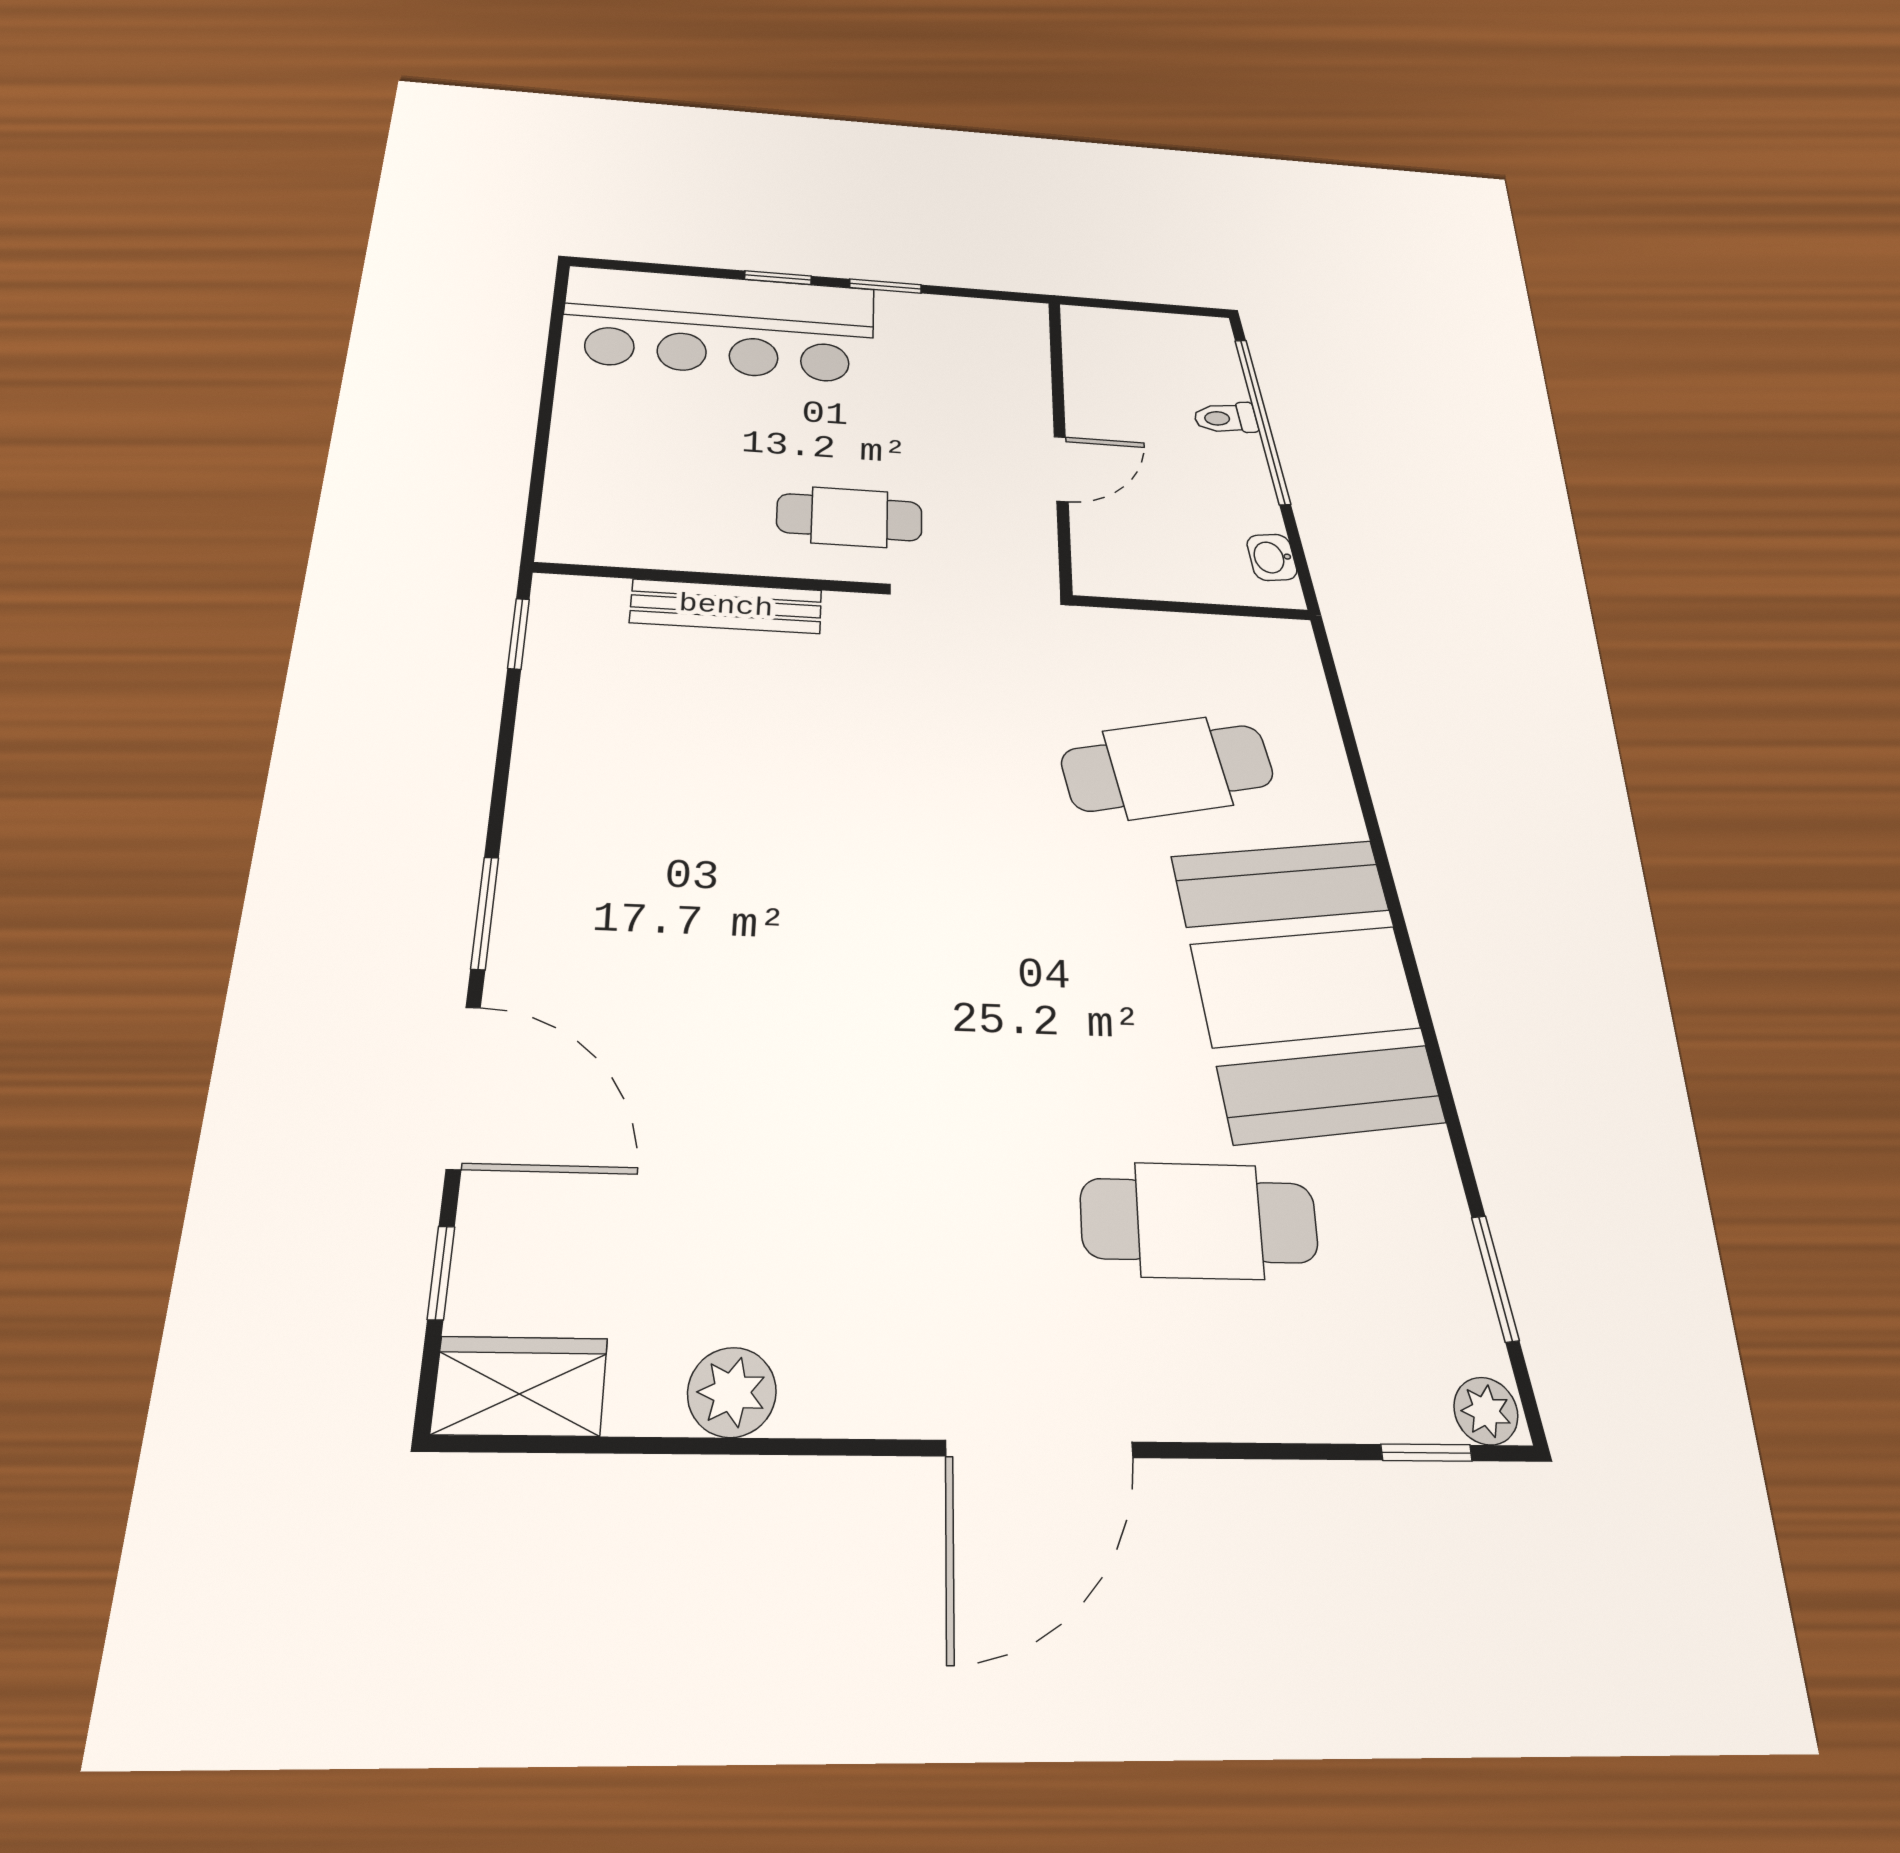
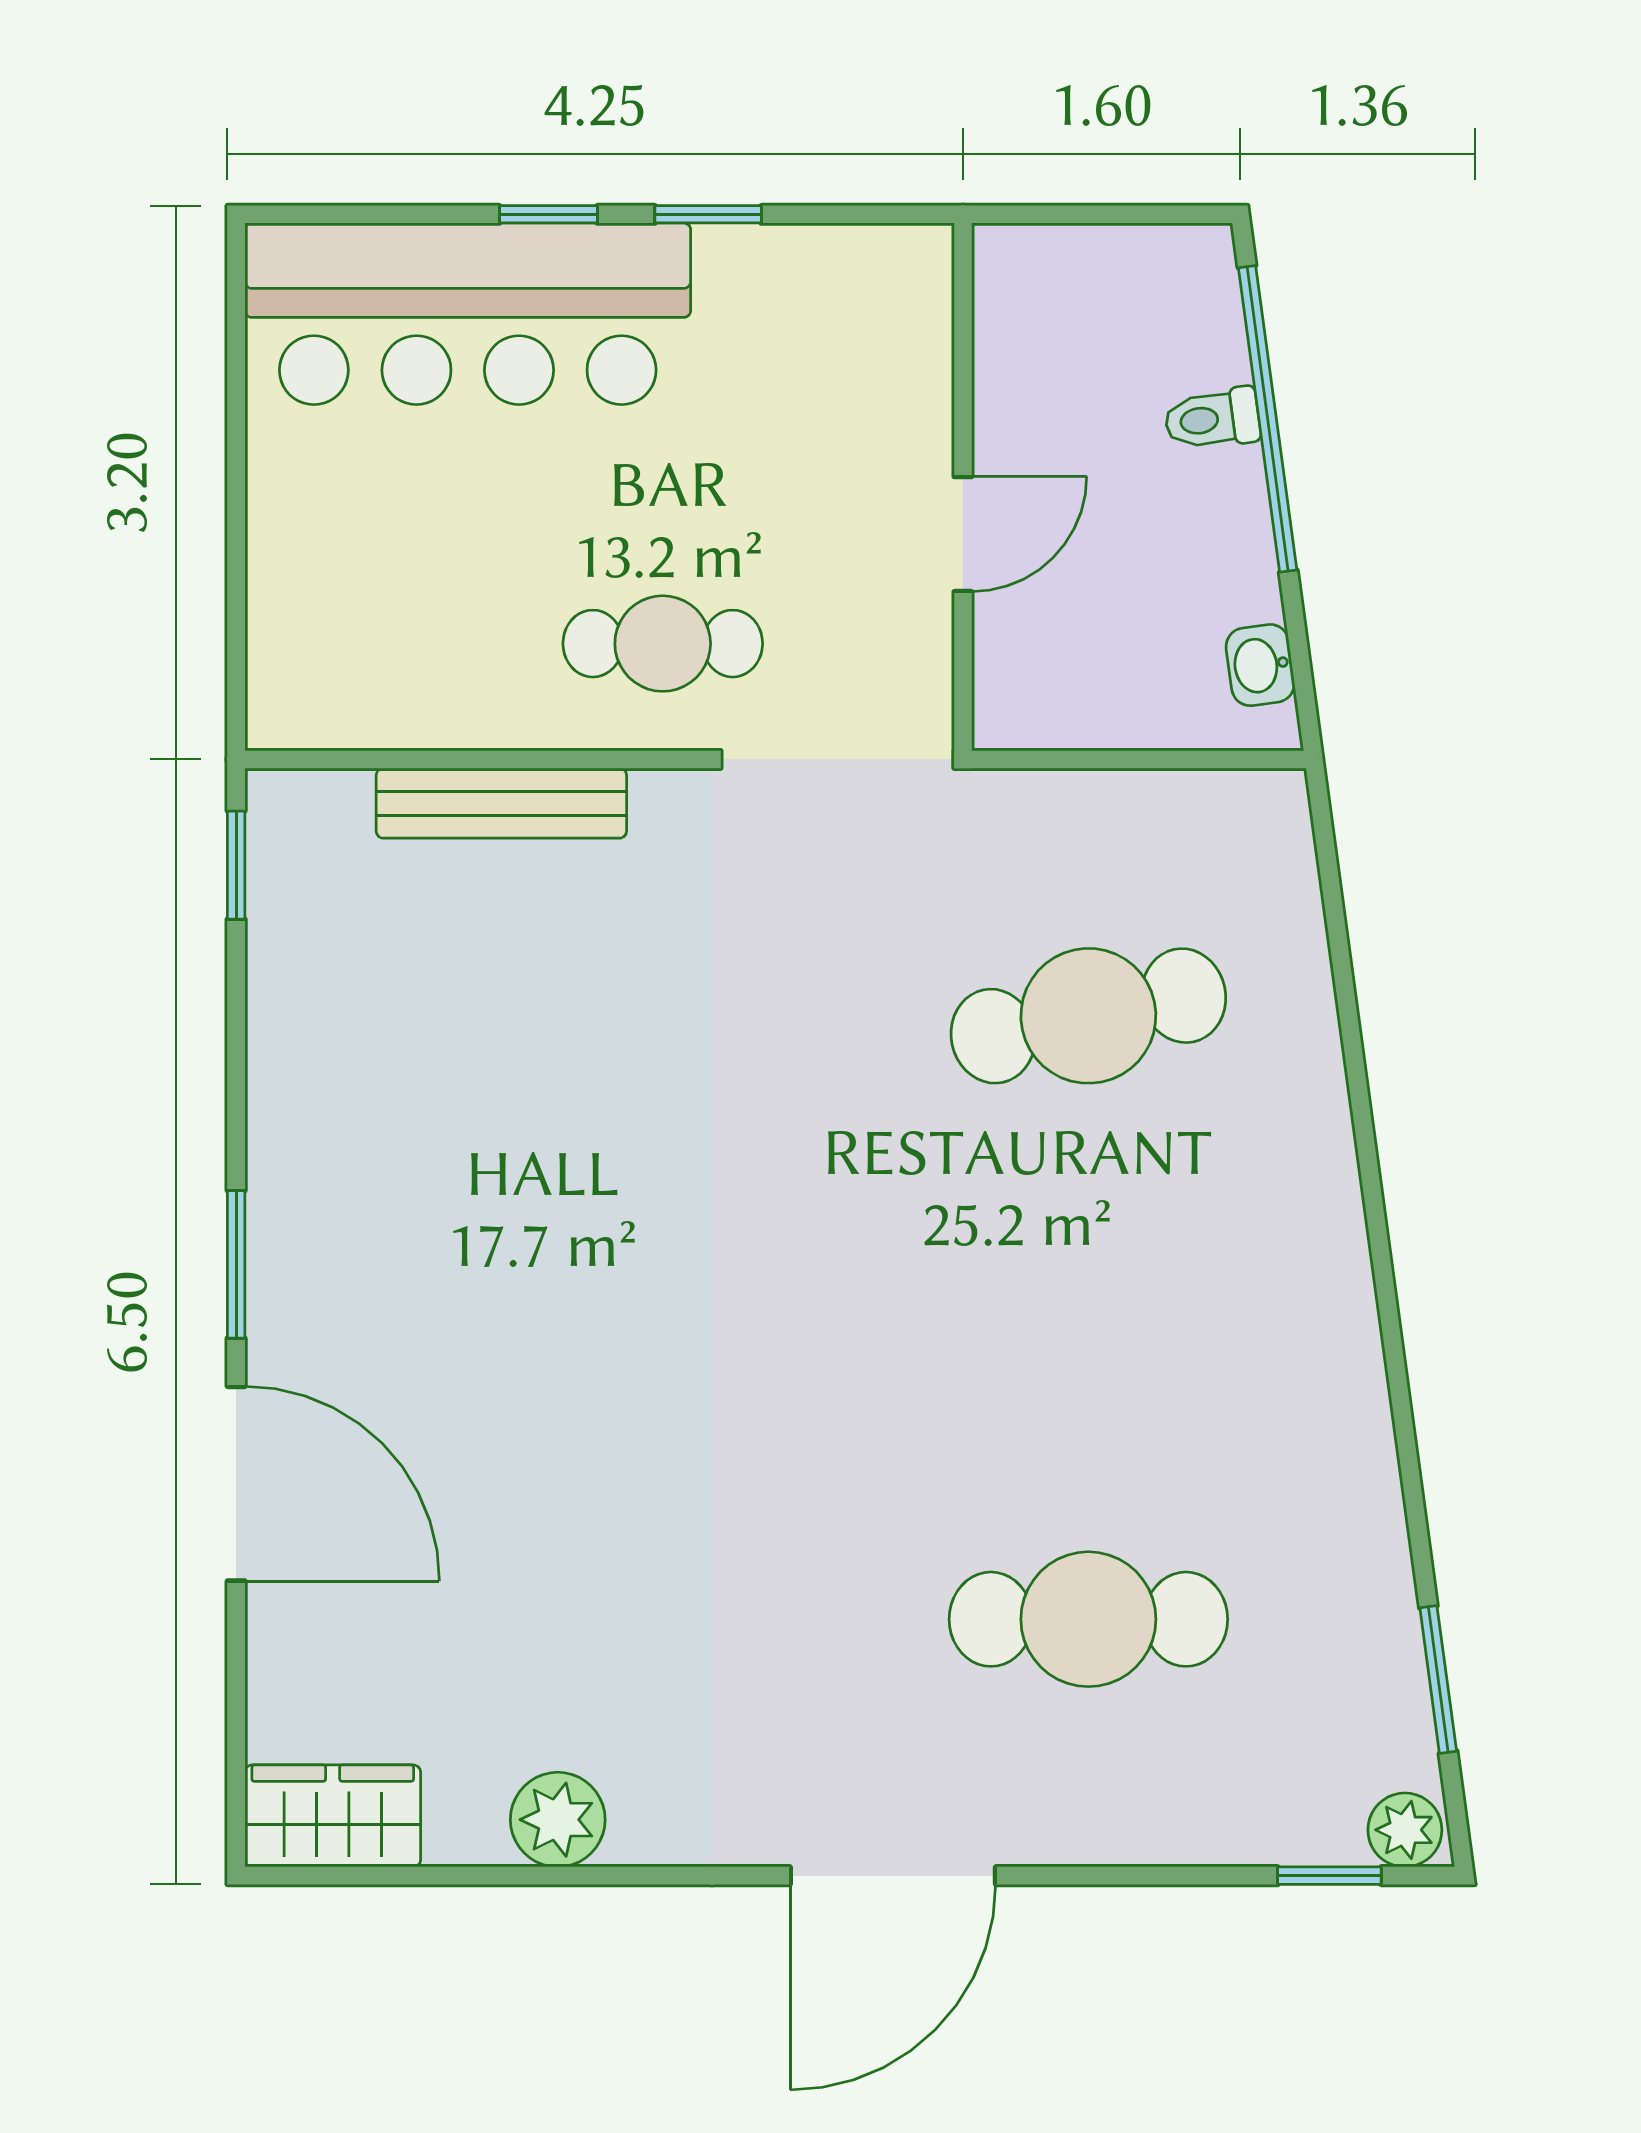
booth: (1305, 986) -> (1244, 1319), removed
window: (441, 1273) -> (236, 1697), removed

